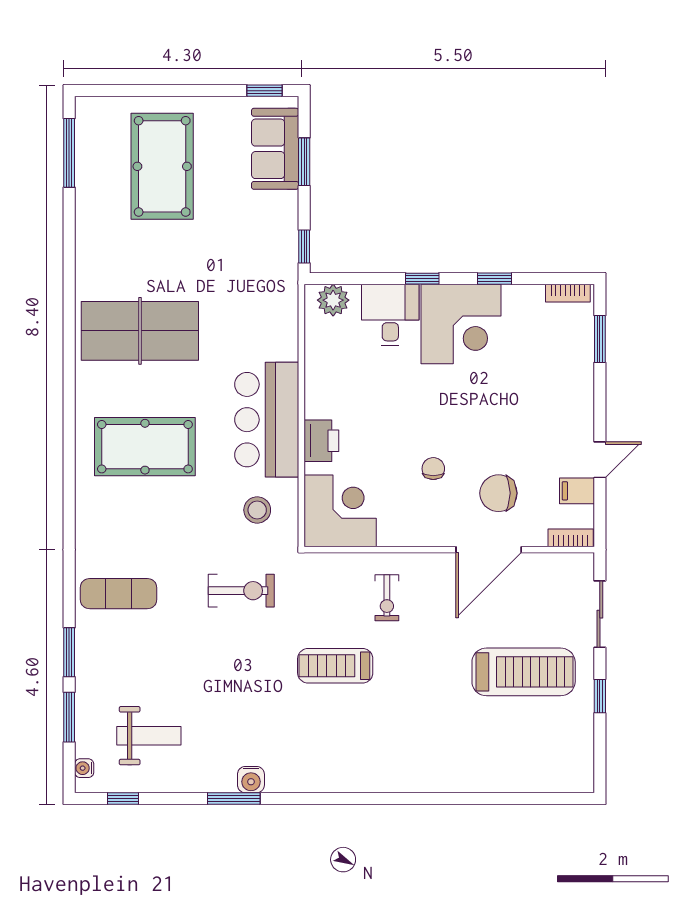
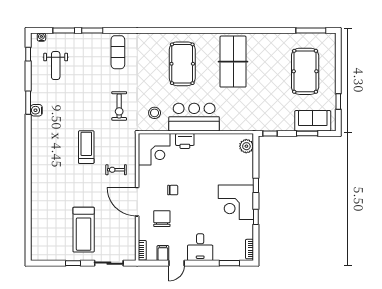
window: (264, 91) -> (338, 101), moved
pool table: (162, 166) -> (305, 71), turned 90
desk: (390, 315) -> (200, 247), moved, turned 90
door: (600, 460) -> (177, 263), hinge flipped
door: (489, 550) -> (137, 202), moved

